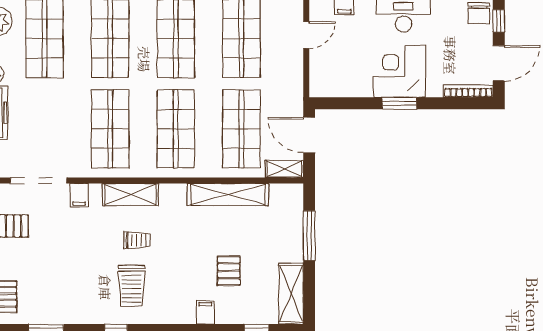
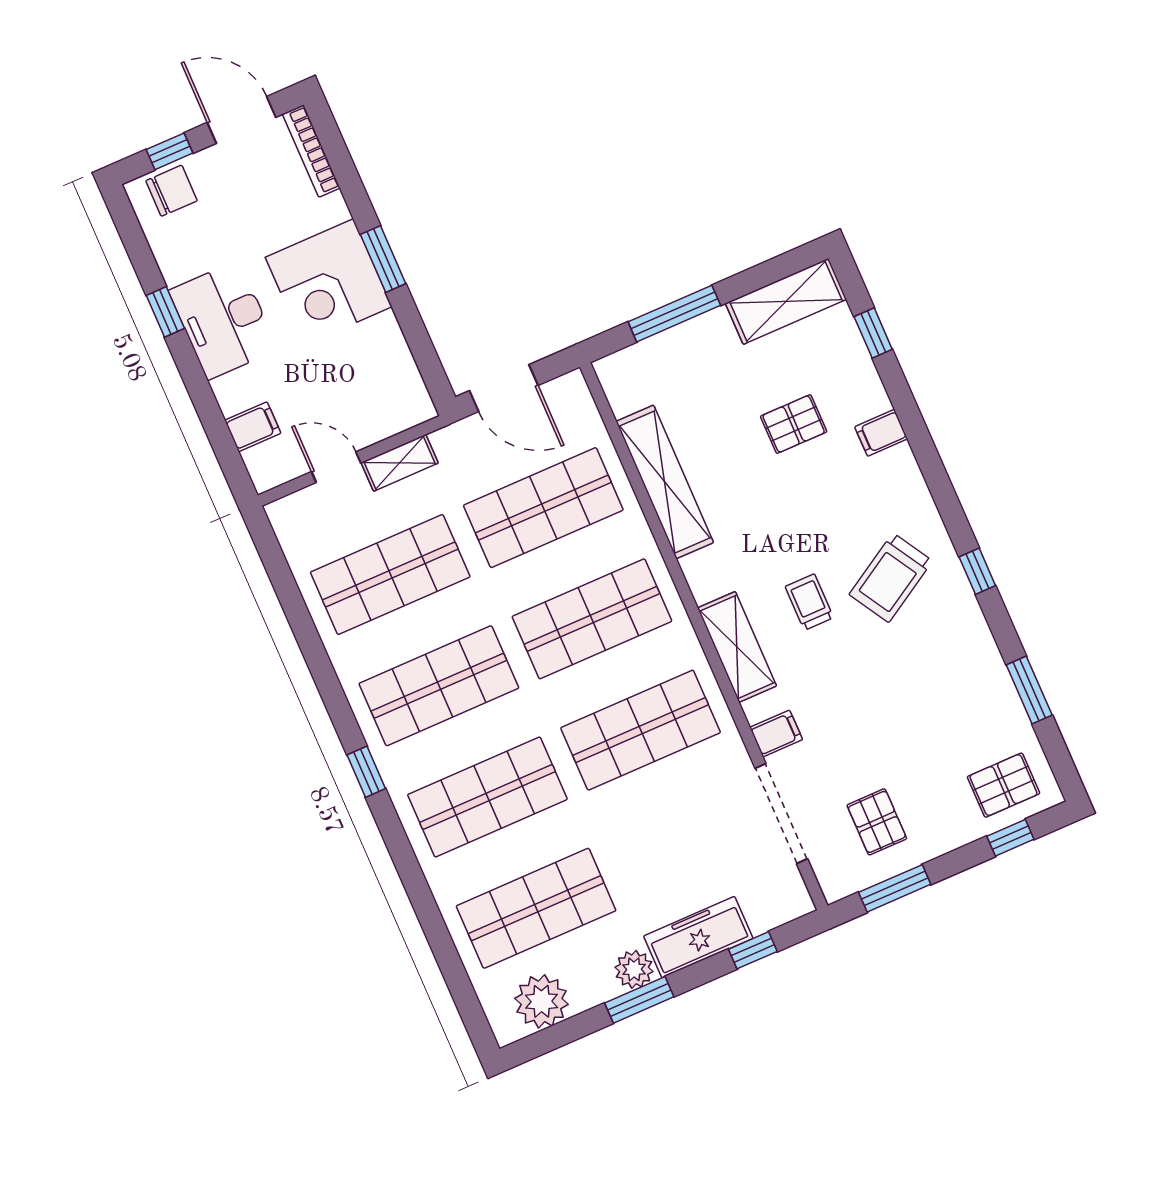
door: (309, 135) -> (504, 388), hinge flipped
shelving: (284, 169) -> (400, 463), moved, turned 90
trolley: (132, 286) -> (891, 578), turned 149

